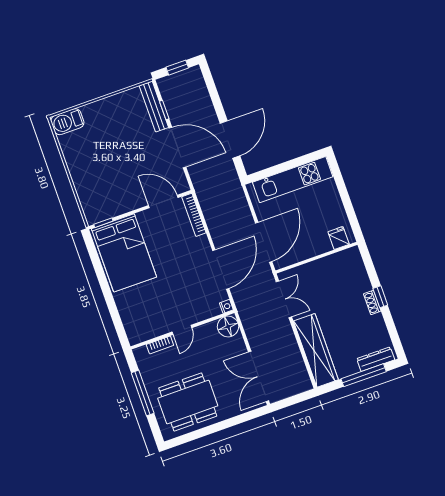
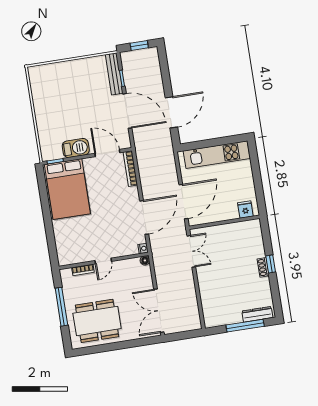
barbecue: (67, 122) -> (76, 148), moved, turned 180
floor lamp: (228, 327) -> (145, 260), width x0.53, depth x0.53
wardrobe: (316, 350) -> (210, 298), removed

